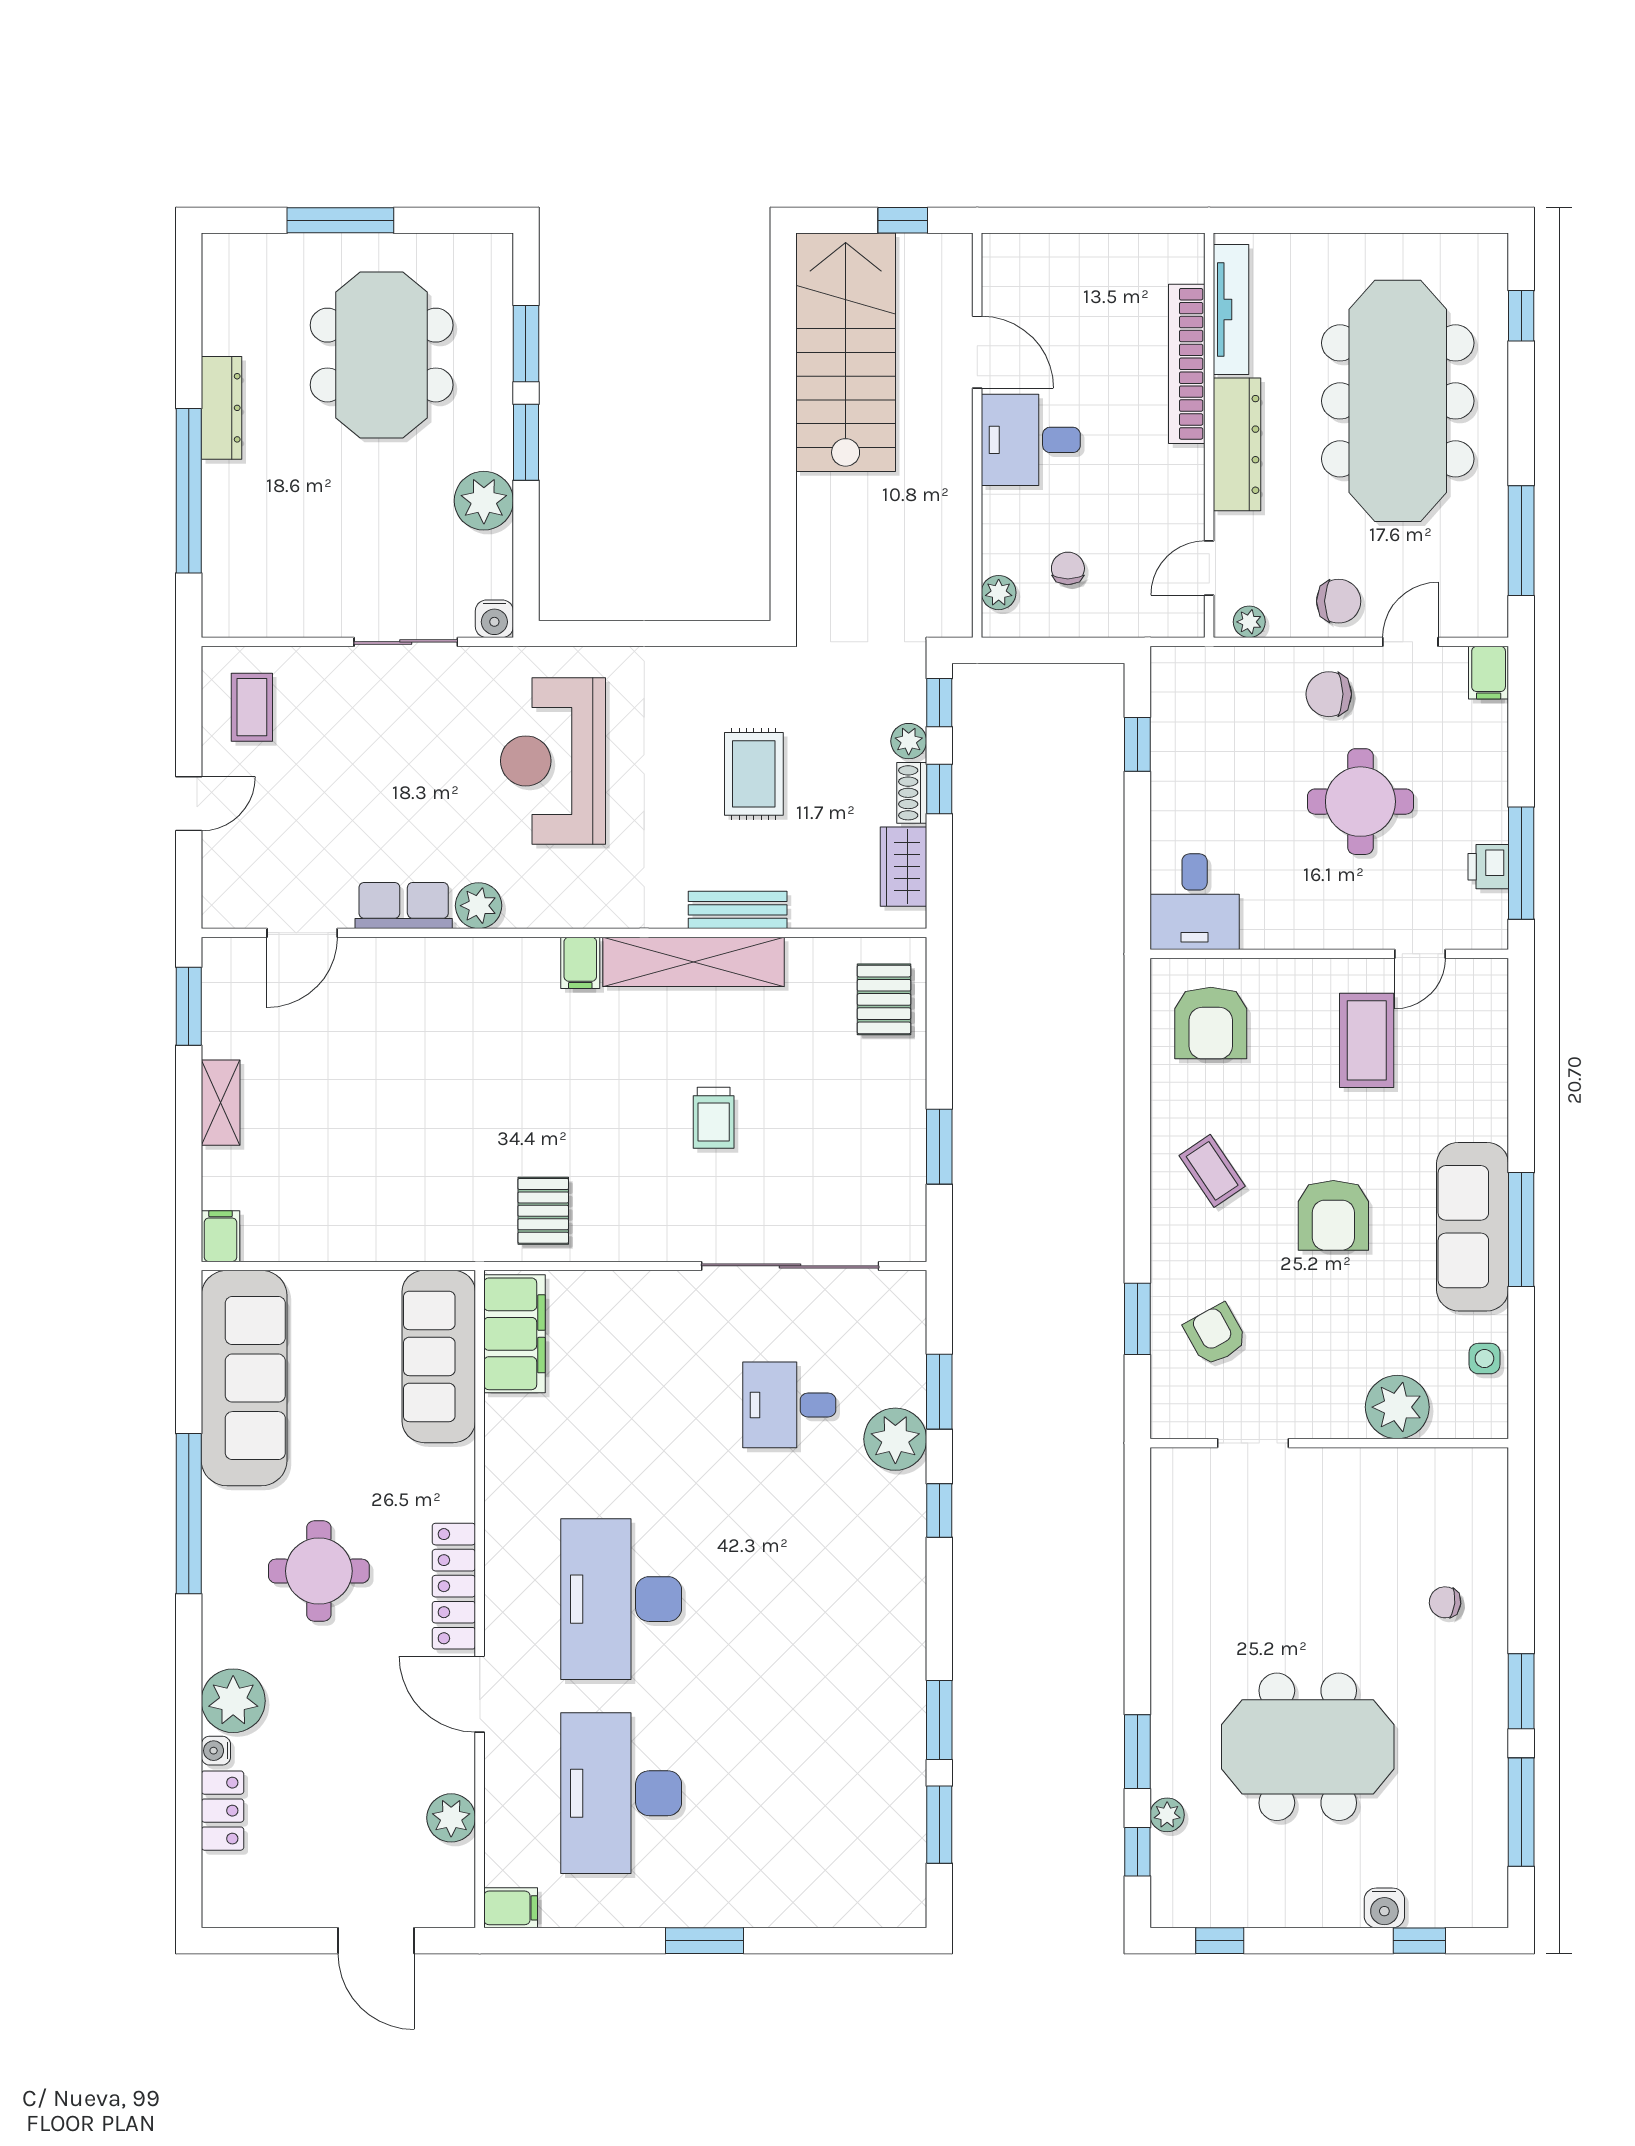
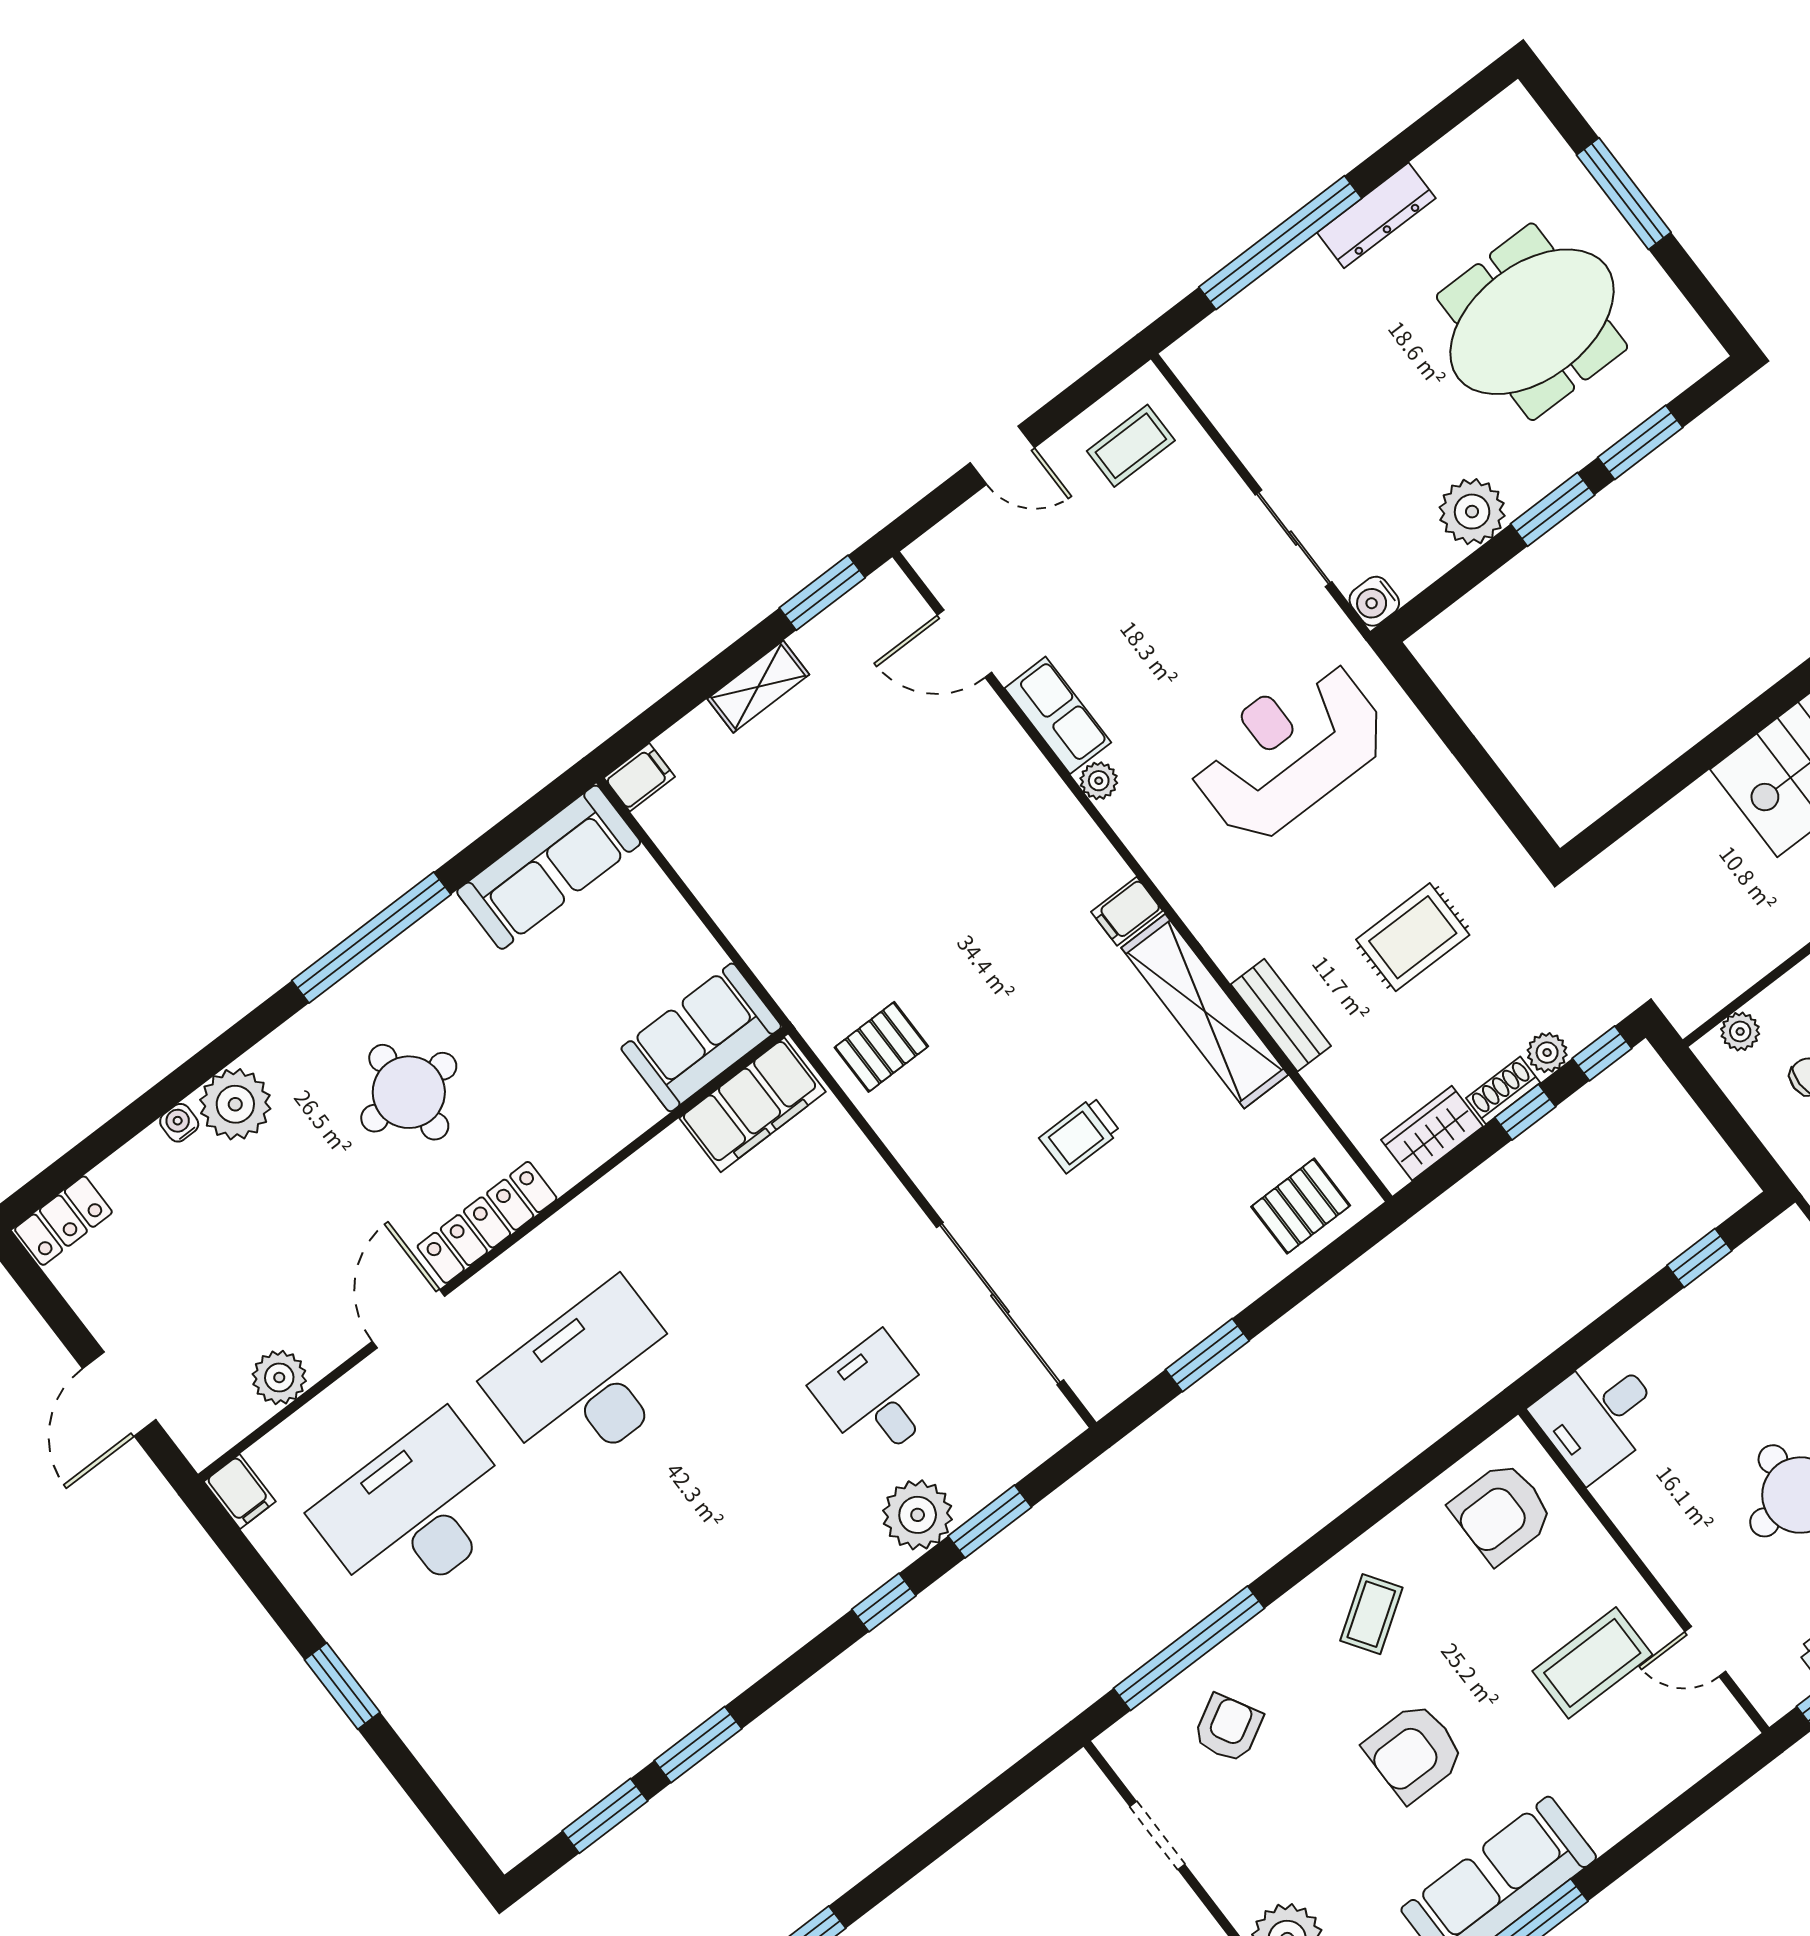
plant: (479, 906) -> (1099, 781), width x0.73, depth x0.73
window: (1137, 1319) -> (1189, 1648), width x2.11
sofa: (439, 1356) -> (701, 1037), width x0.73
sofa: (244, 1378) -> (549, 867), width x0.74, depth x0.79
locker: (223, 1811) -> (63, 1221), moved

